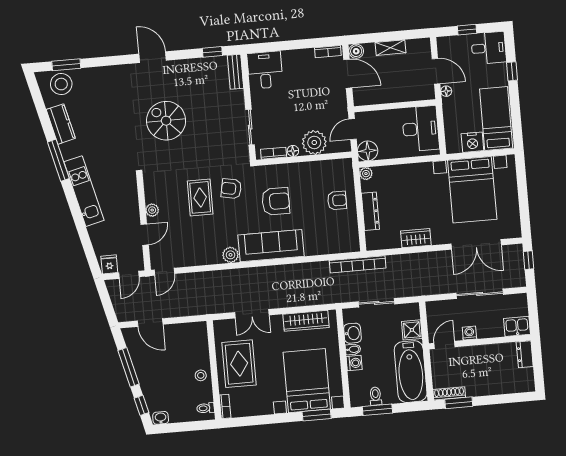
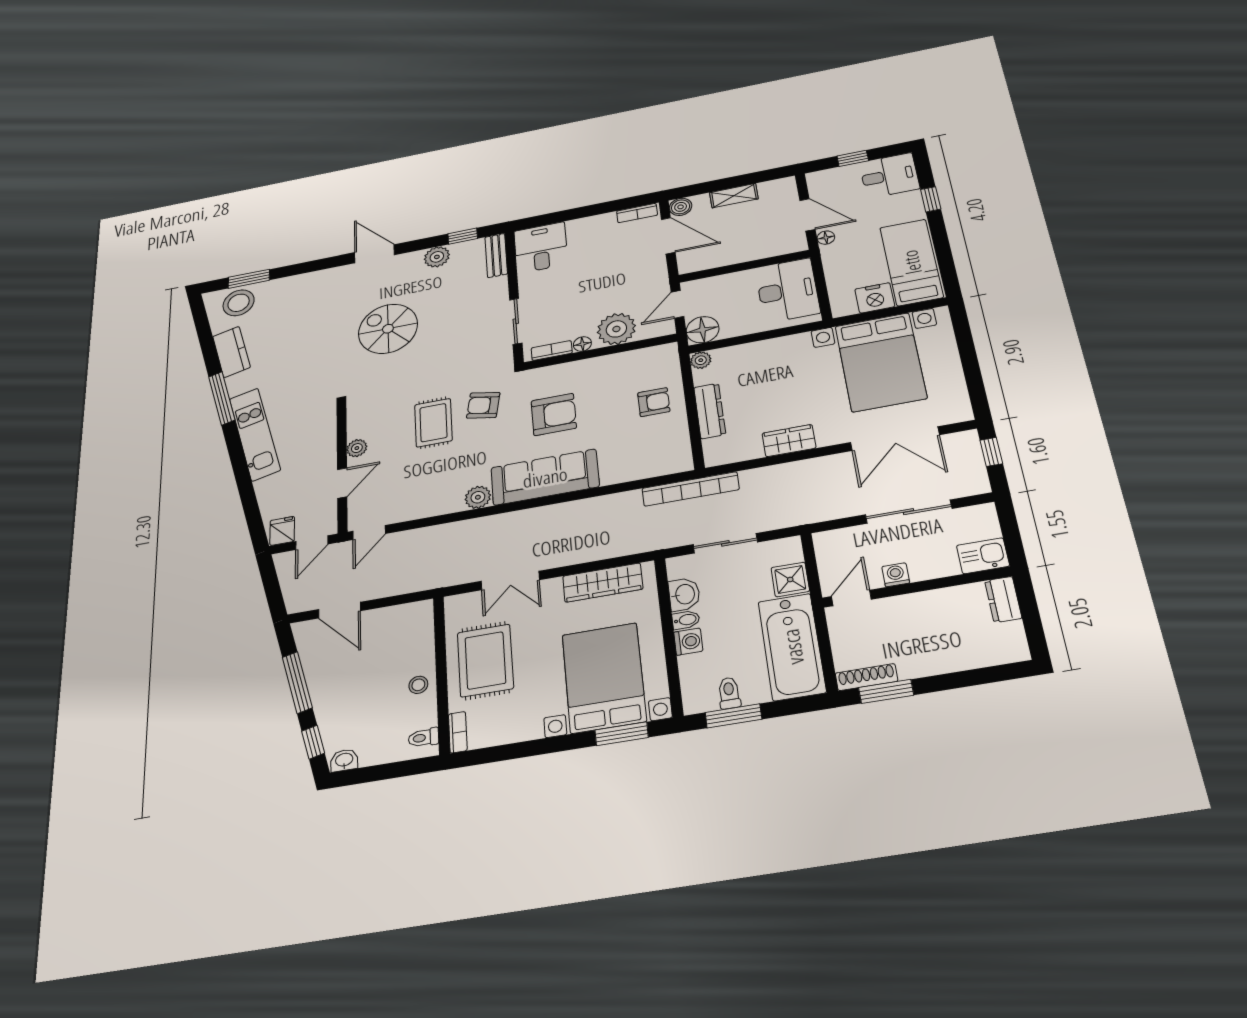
plant: (196, 67) -> (437, 257), added

